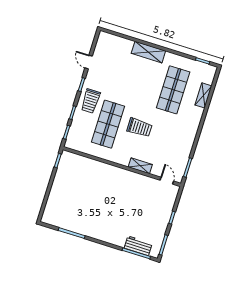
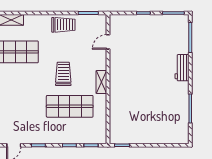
trolley: (91, 101) -> (63, 25), moved
shelving: (140, 166) -> (101, 82), moved
door: (167, 181) -> (108, 42), moved
workbench: (138, 246) -> (182, 68), moved

